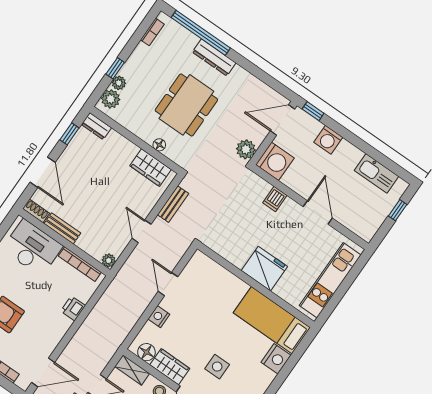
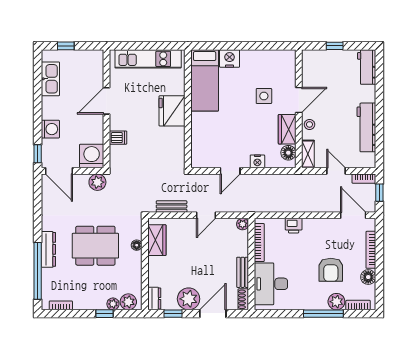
plant: (73, 159) -> (189, 299), added

